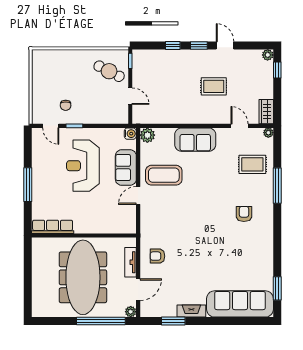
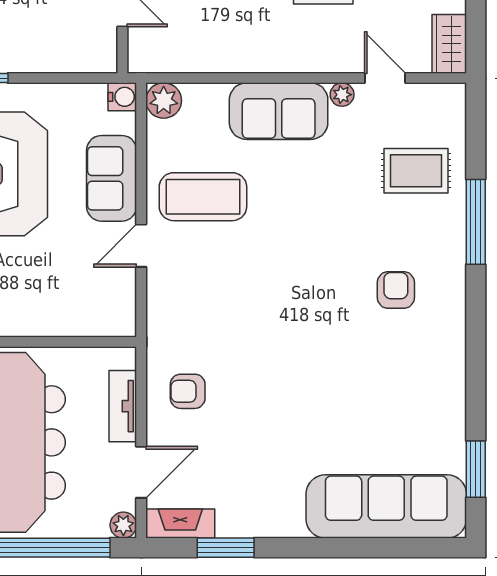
plant: (268, 133) -> (342, 95), moved
fireplace: (191, 311) -> (180, 524), moved

